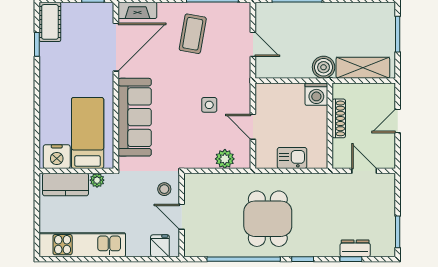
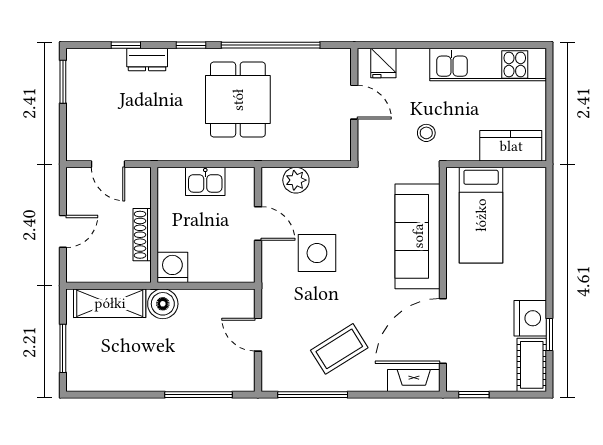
coffee table: (193, 34) -> (339, 349), turned 48
side table: (209, 105) -> (317, 253), width x1.87, depth x1.87
nightstand: (57, 157) -> (530, 318), moved, turned 90
plant: (97, 180) -> (468, 151), removed
stool: (164, 189) -> (426, 133), moved
dresser: (355, 248) -> (147, 59), moved

